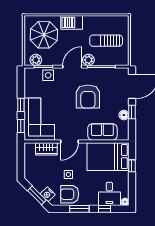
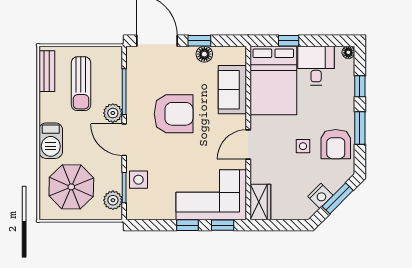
bench: (114, 20) -> (47, 71), added
door: (69, 141) -> (248, 144), swing flipped
wardrobe: (46, 149) -> (260, 202), moved
nightstand: (48, 194) -> (320, 196), moved
desk: (109, 194) -> (316, 66), moved, turned -90

